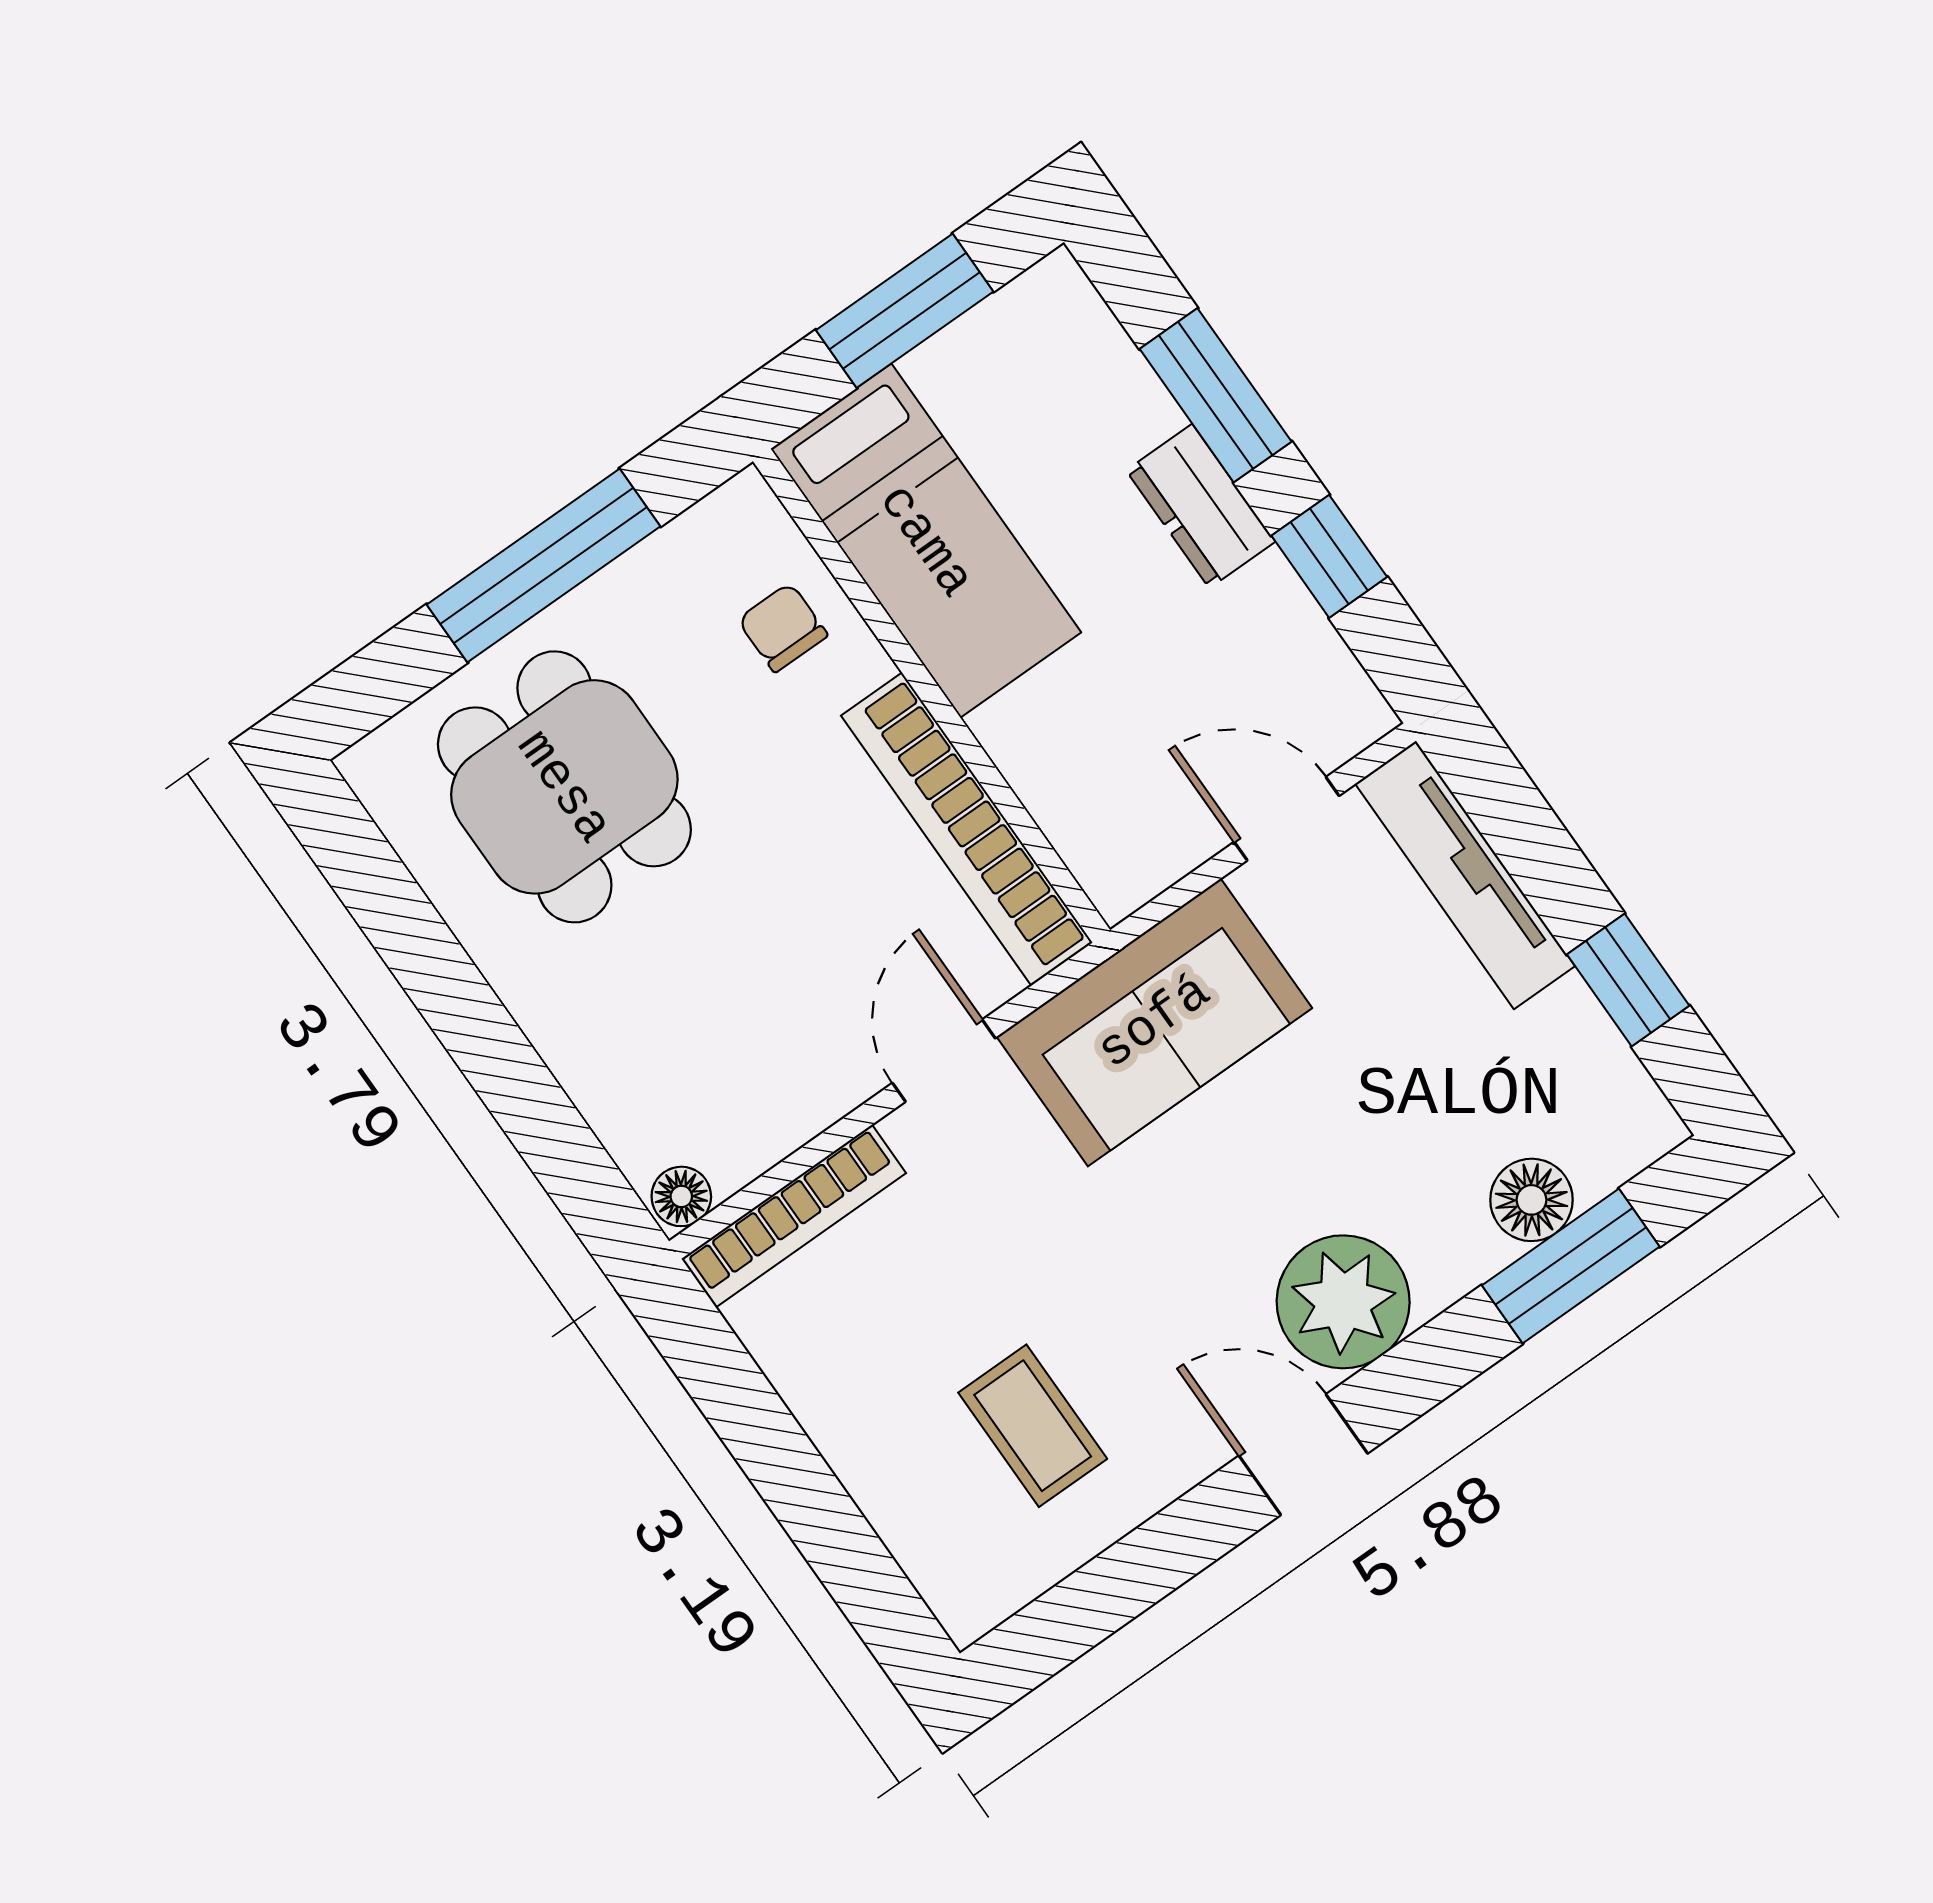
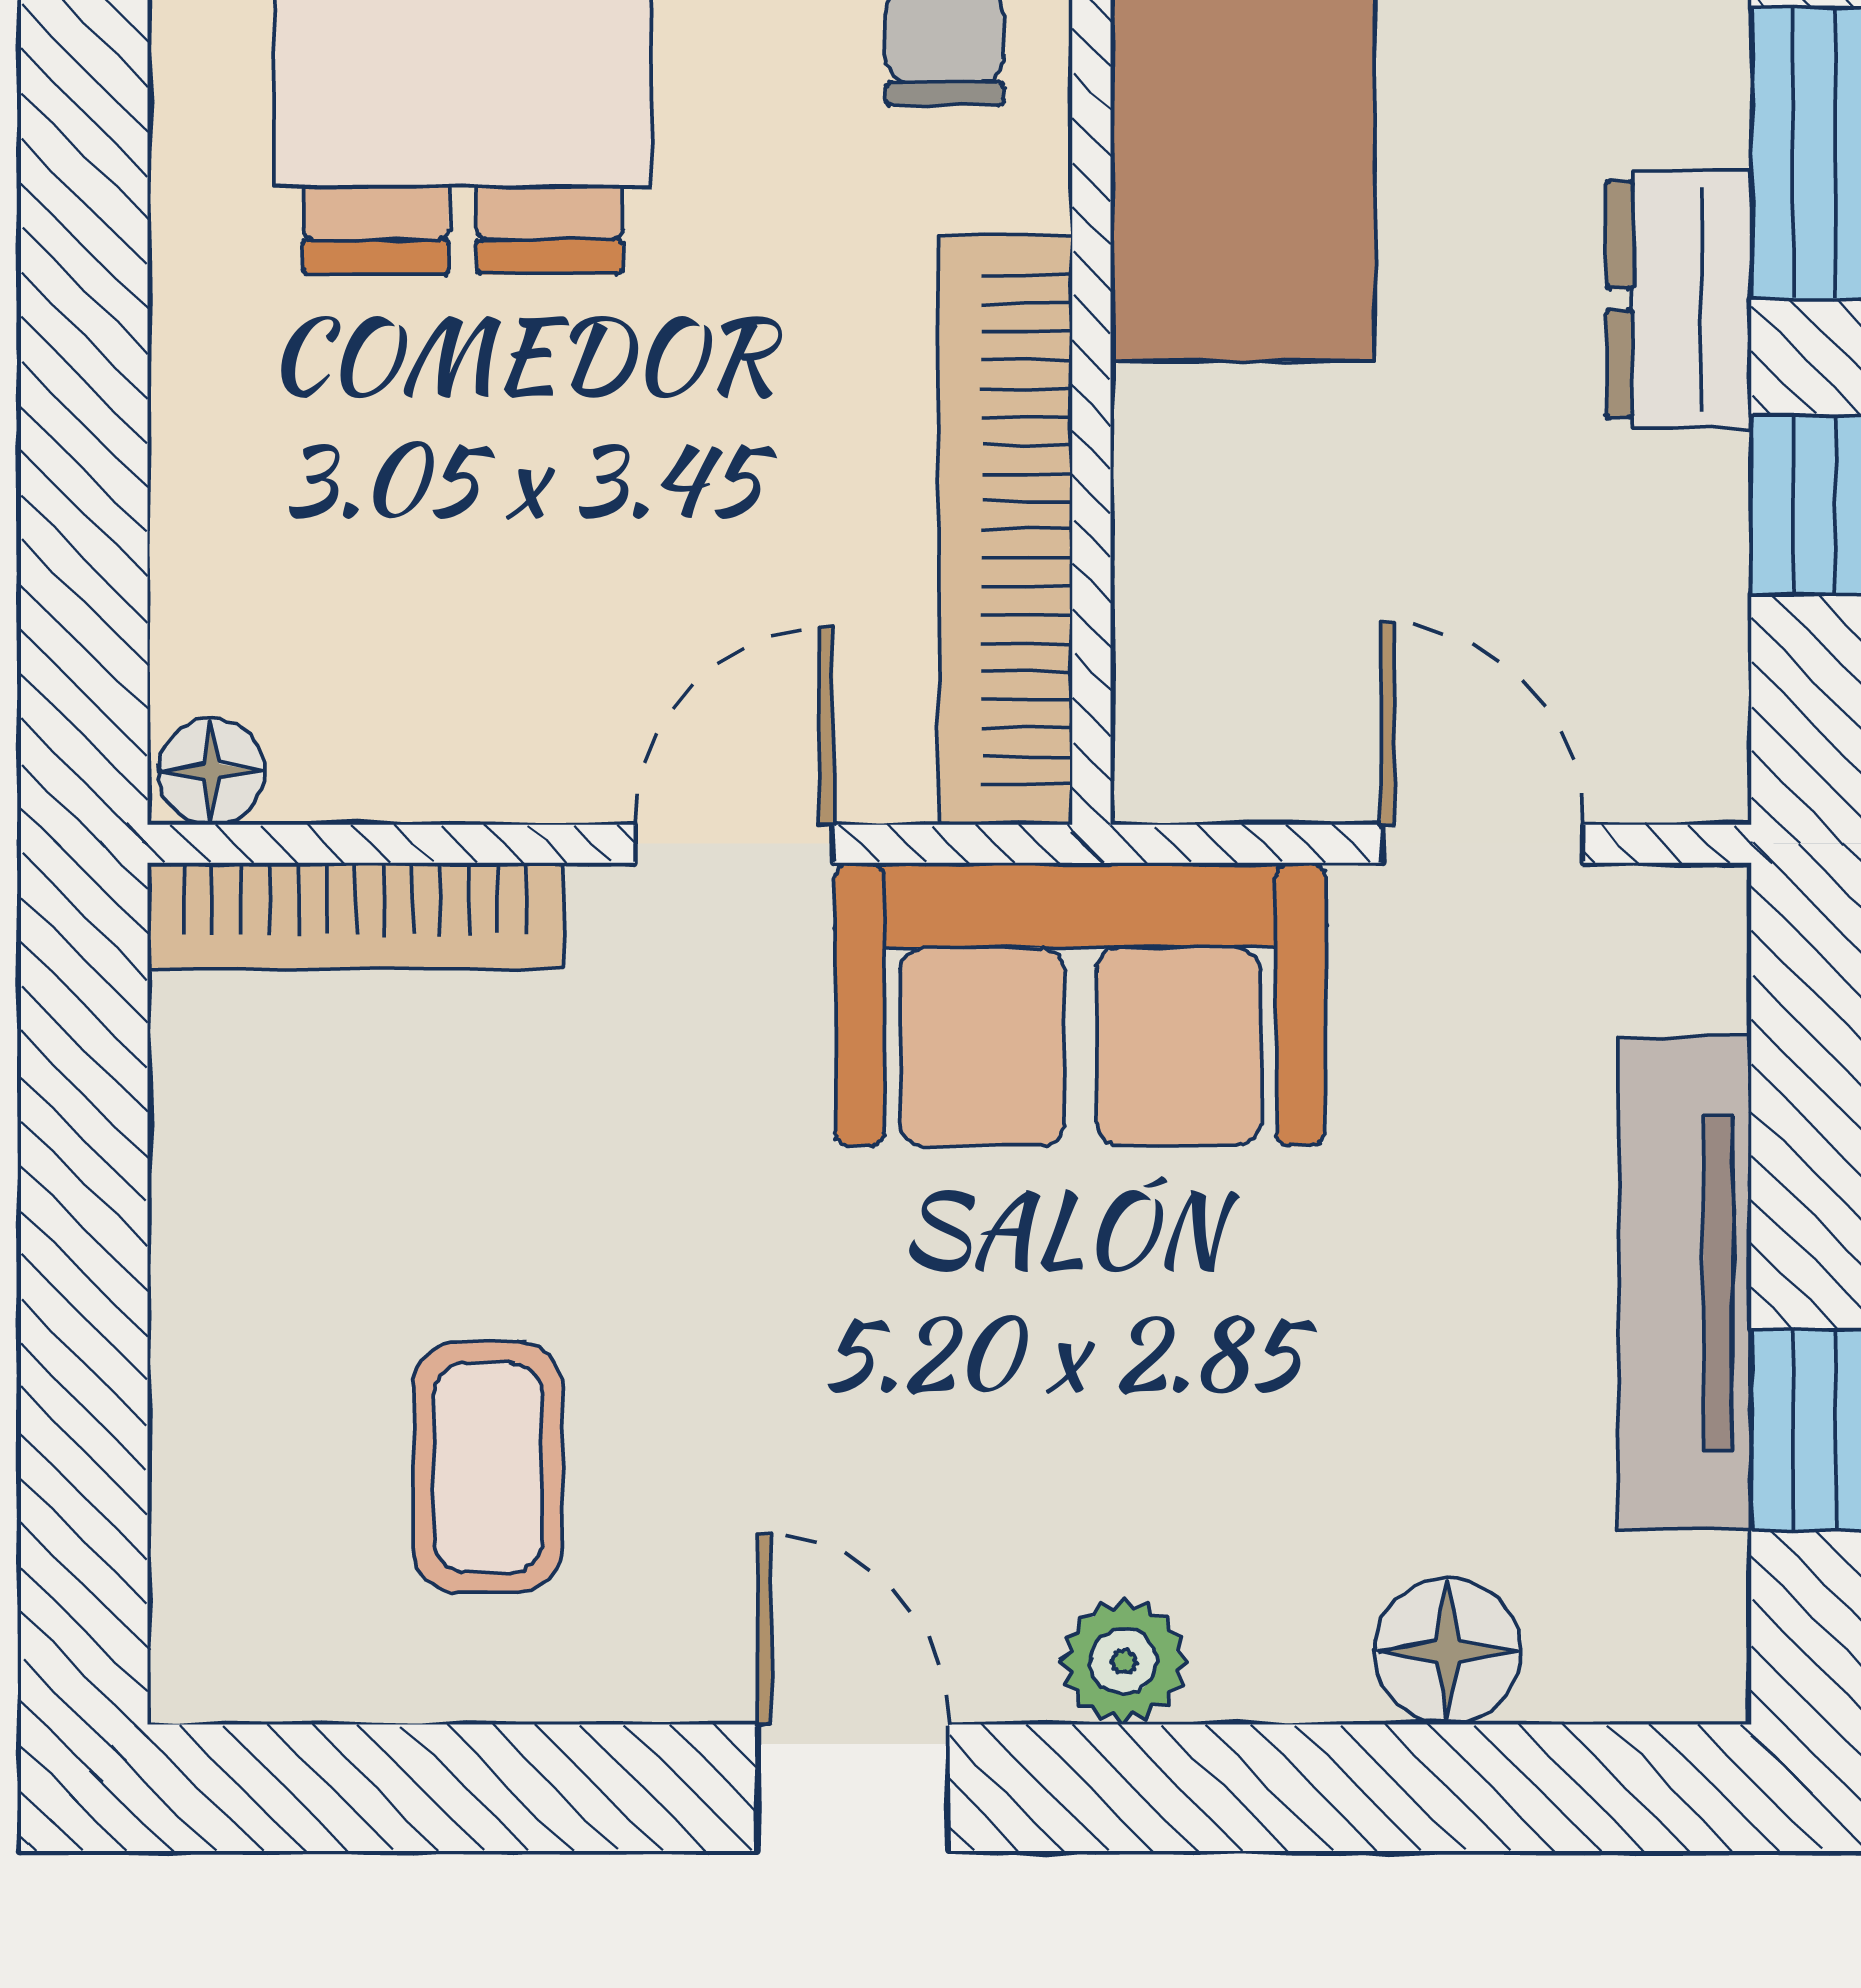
tv unit: (1465, 875) -> (1685, 1283), moved
window: (1571, 1266) -> (1437, 1788), removed
plant: (1343, 1302) -> (1123, 1661), width x0.53, depth x0.53

